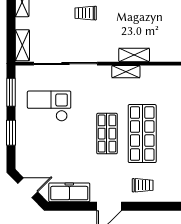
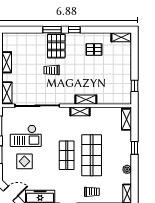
checkout: (49, 106) -> (26, 136), turned 180
display table: (47, 142) -> (24, 161), added

